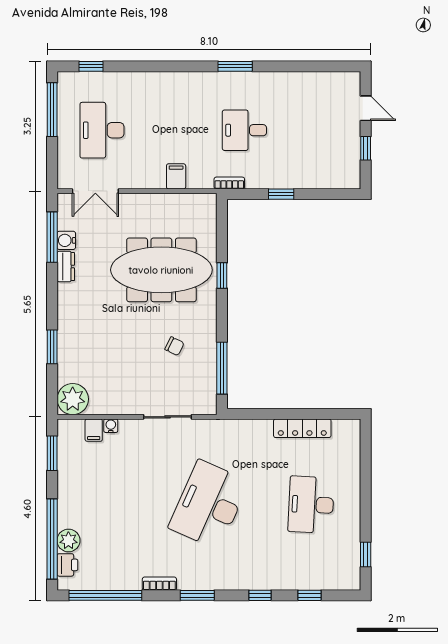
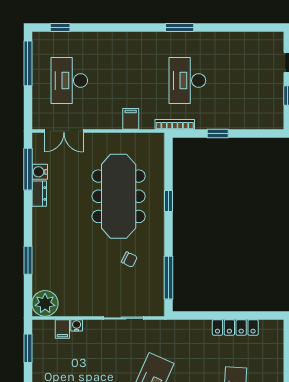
desk: (244, 130) -> (187, 81), width x1.37
bookcase: (229, 183) -> (175, 124), width x1.56
meeting table: (161, 270) -> (119, 196), turned 90

